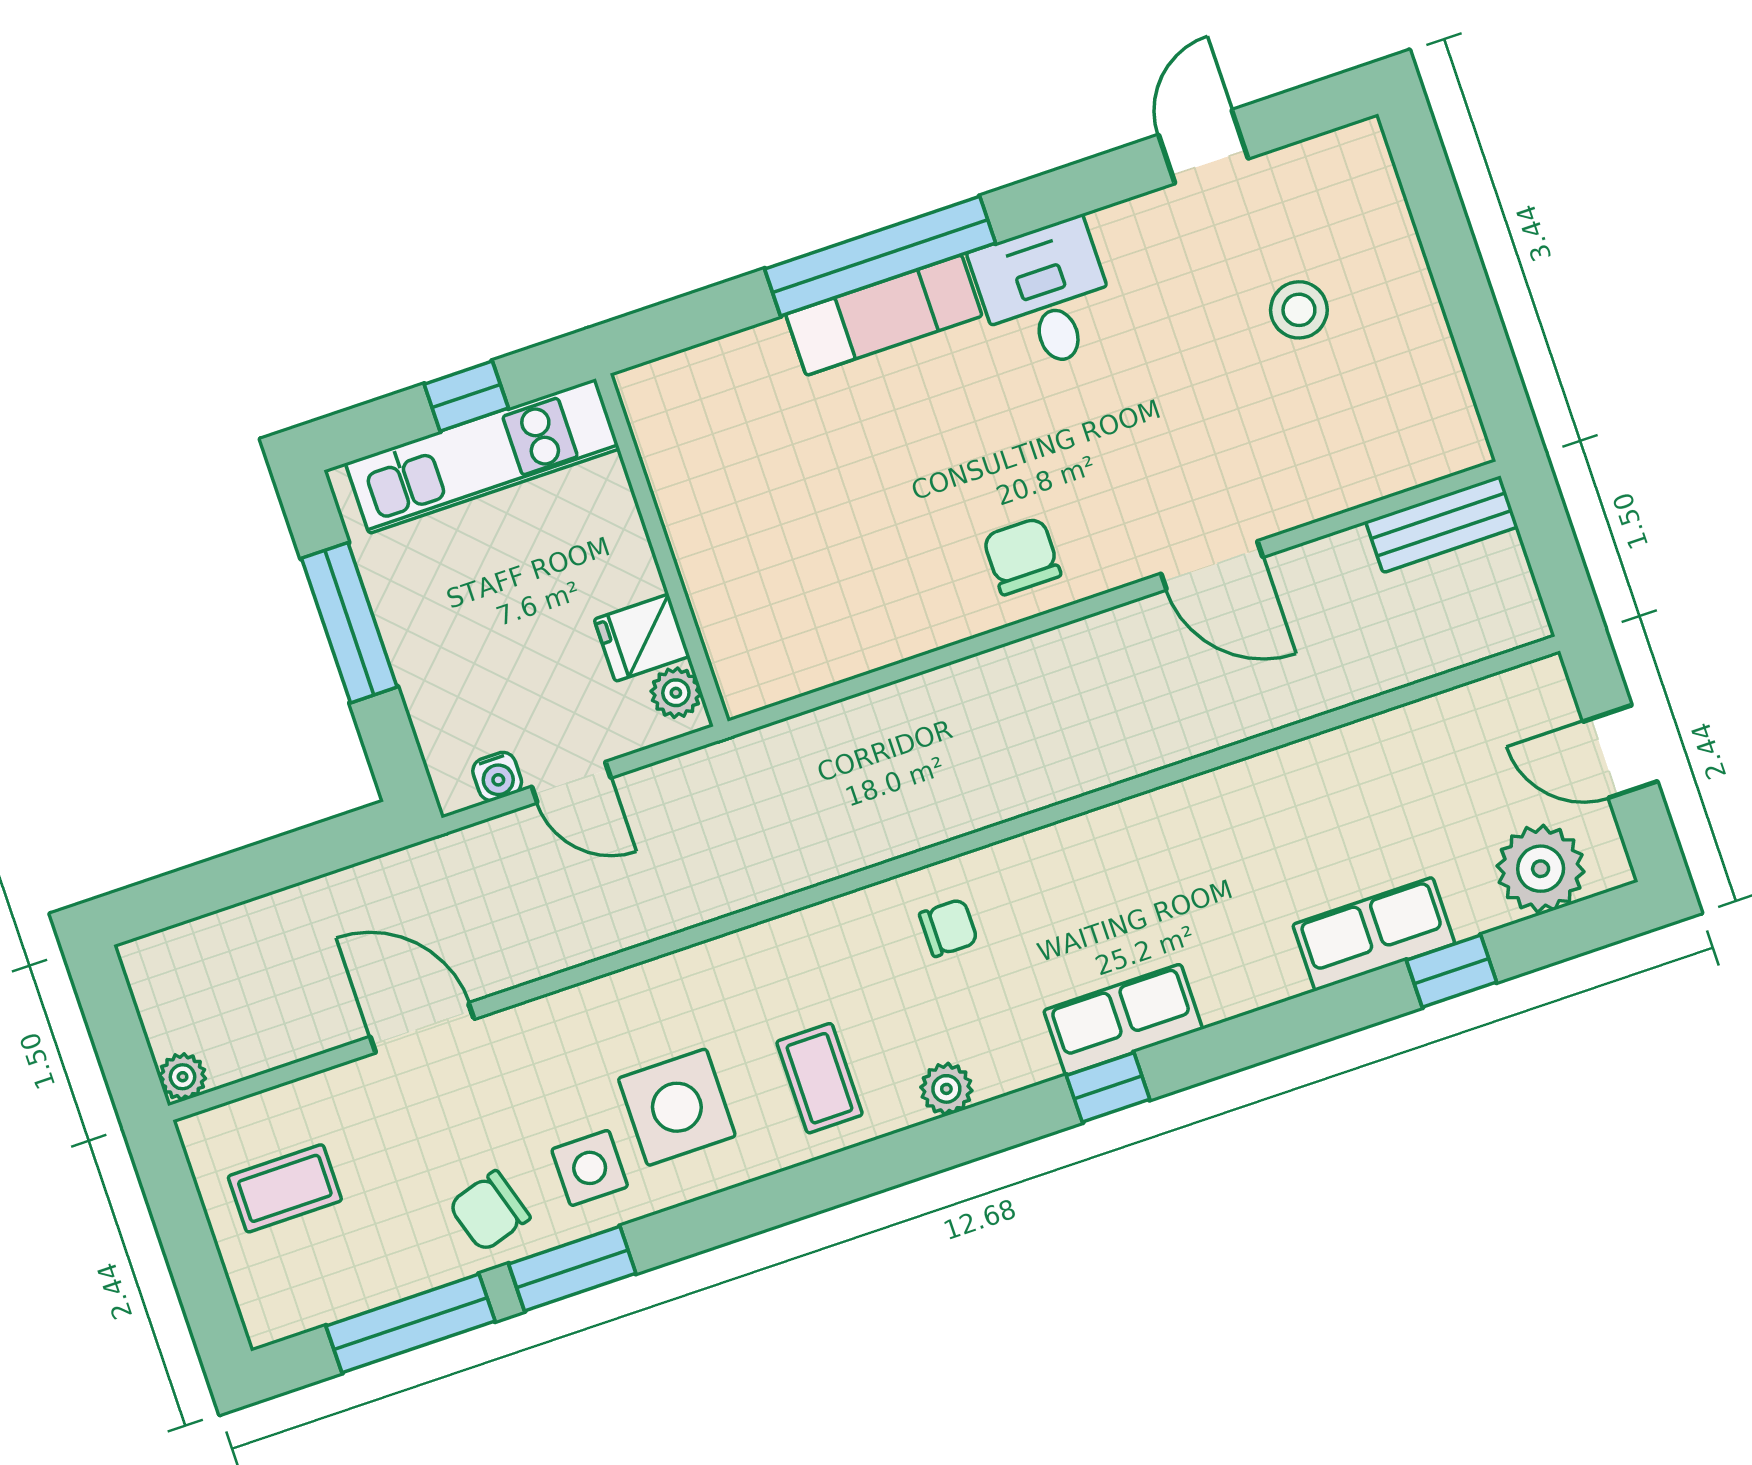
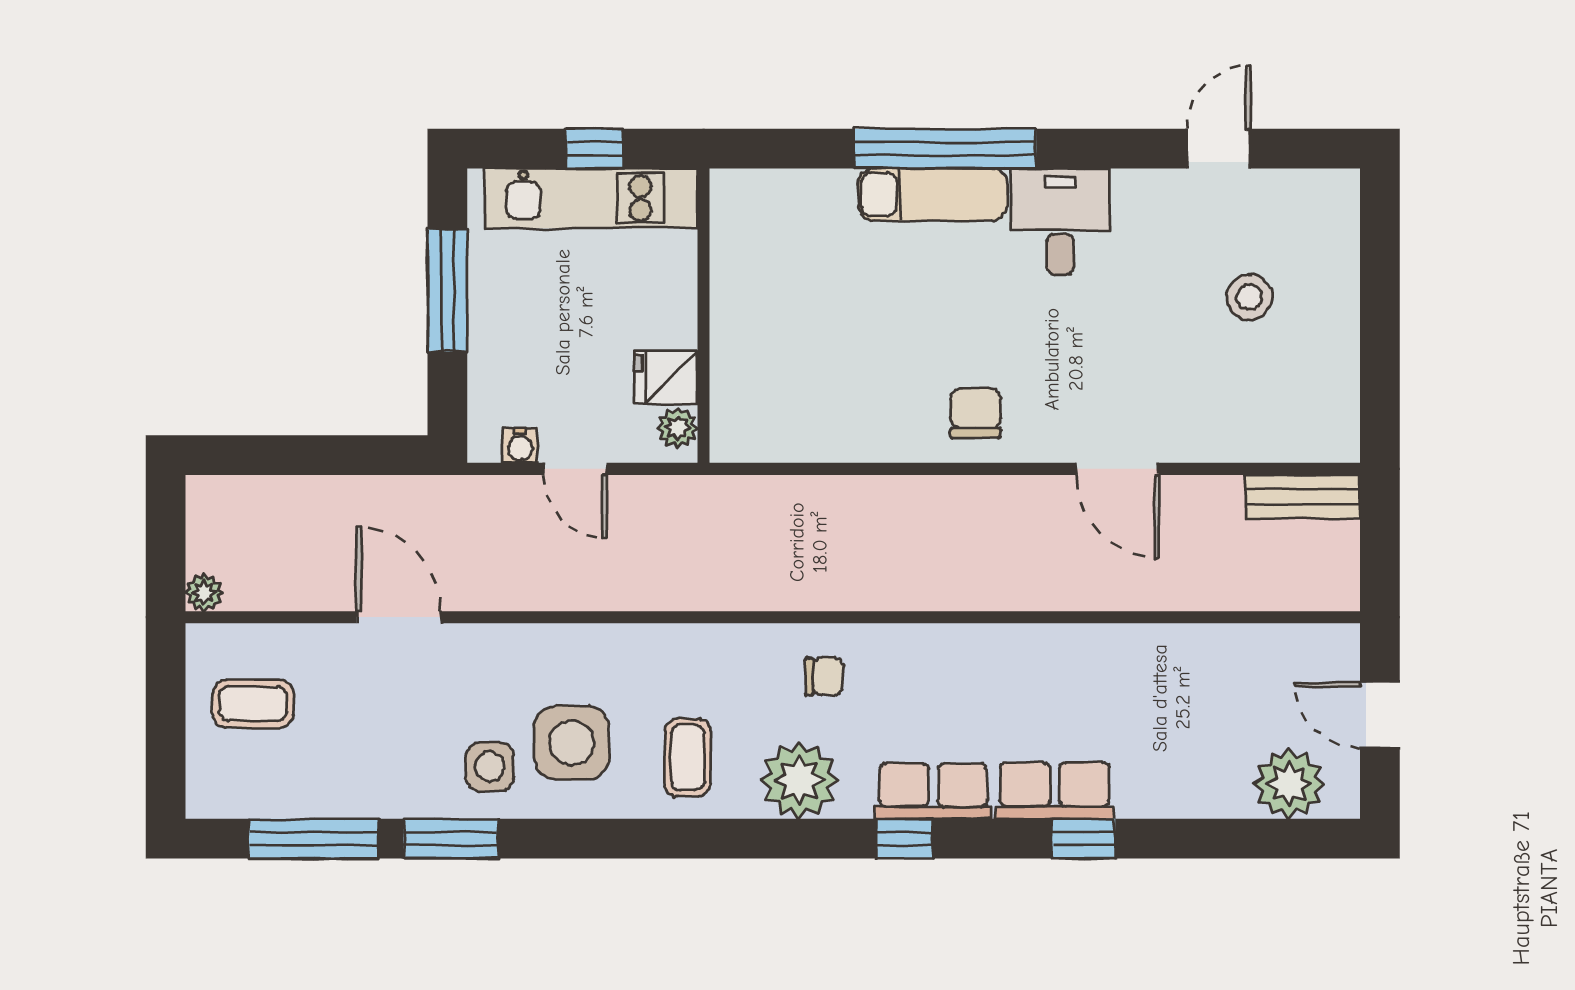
row of seats: (1374, 934) -> (1055, 791), moved
window: (1452, 971) -> (1083, 839), moved
plant: (946, 1089) -> (799, 780), width x1.87, depth x1.87
chair: (489, 1211) -> (403, 774), removed

